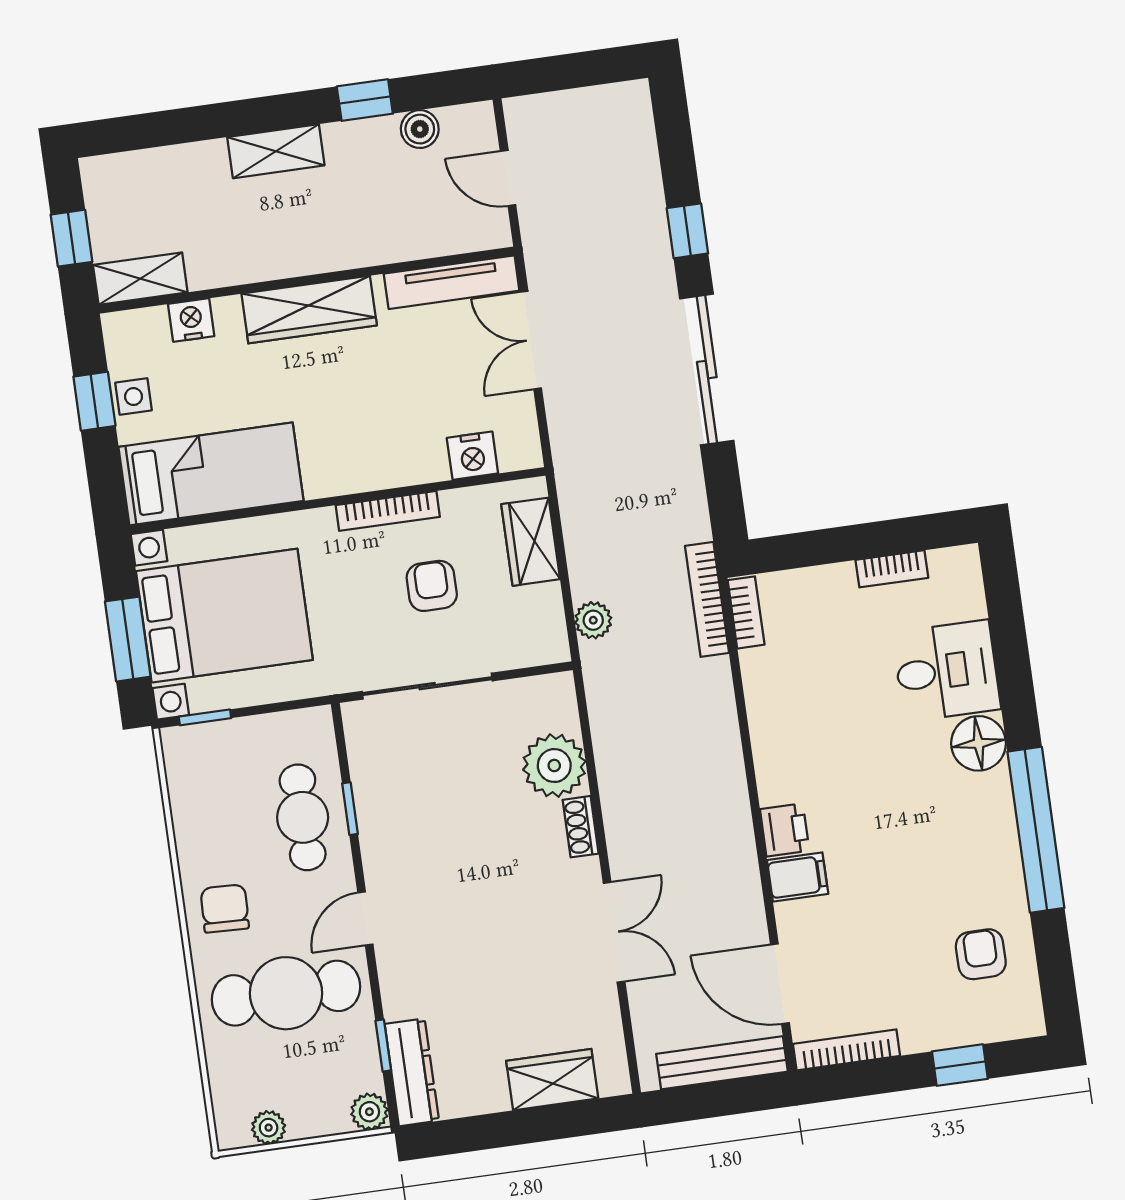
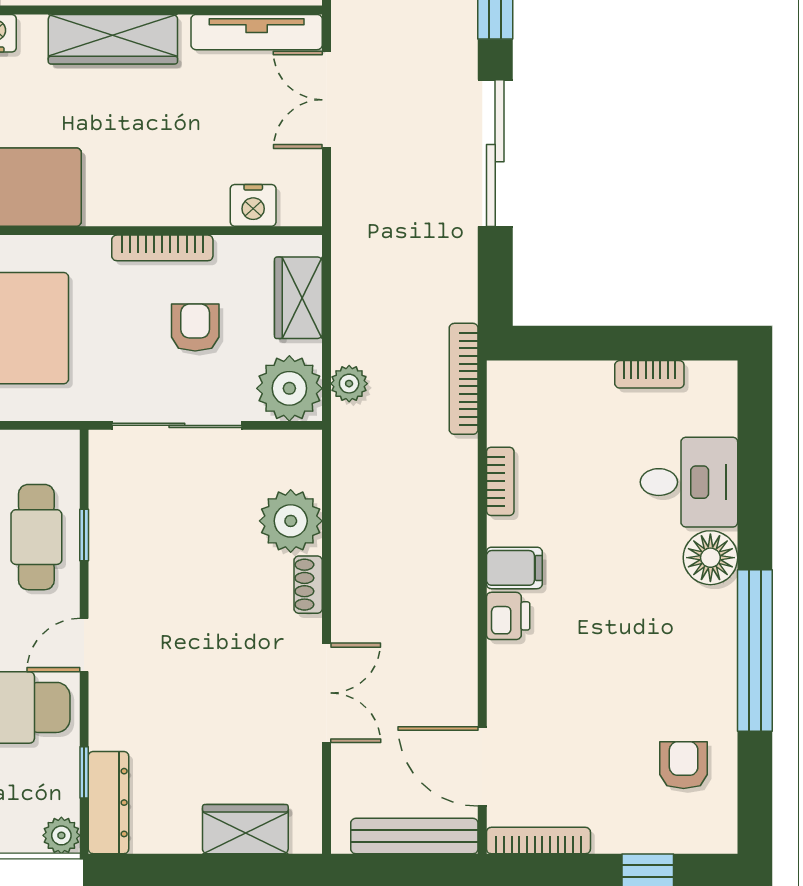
bookcase: (746, 612) -> (500, 481), moved
plant: (534, 633) -> (289, 388), added
filing cabinet: (798, 877) -> (514, 568), moved

